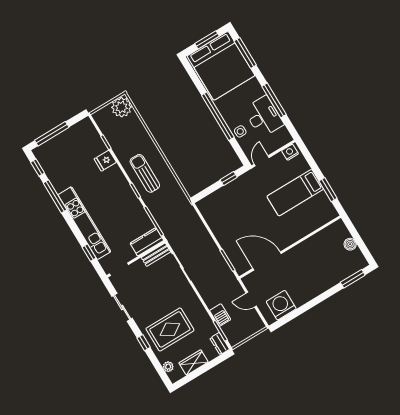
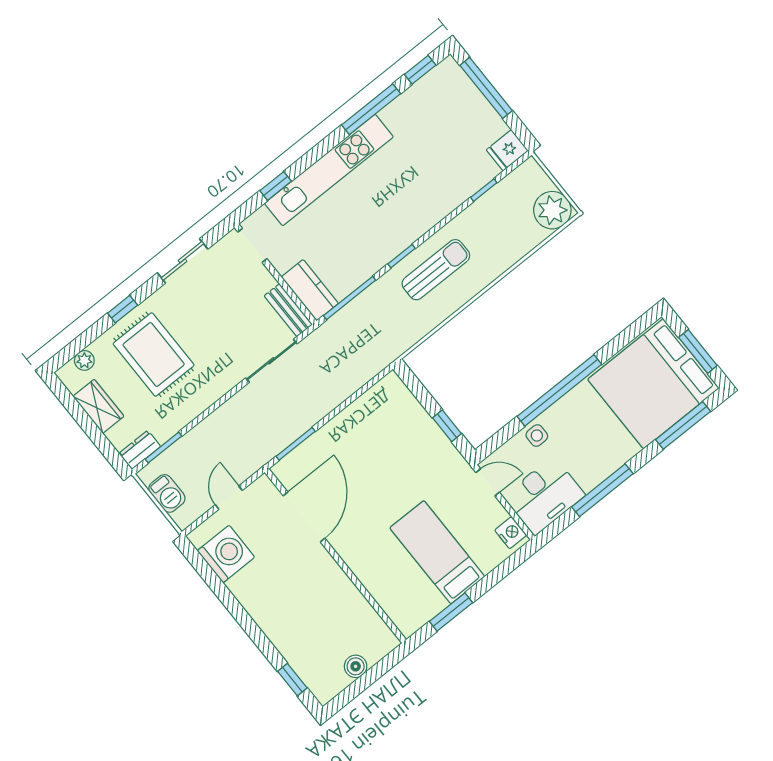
desk: (264, 117) -> (544, 496), moved
fridge: (105, 161) -> (507, 150), moved, turned -90
window: (353, 279) -> (292, 680), width x0.67
barbecue: (220, 315) -> (167, 493), moved, turned -90

